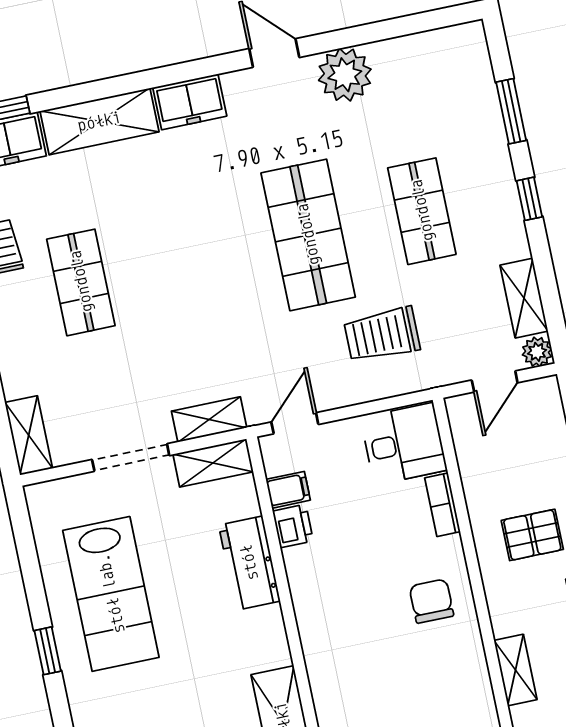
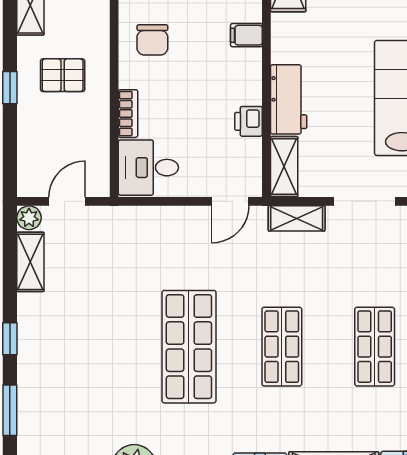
shop shelf: (422, 211) -> (282, 347), moved
trolley: (382, 335) -> (148, 257), removed
shelving: (213, 463) -> (284, 167), moved, turned 90
filing cabinet: (288, 490) -> (246, 35), moved

